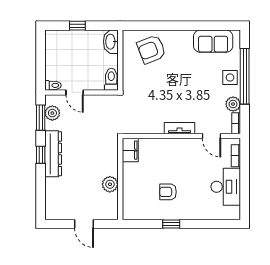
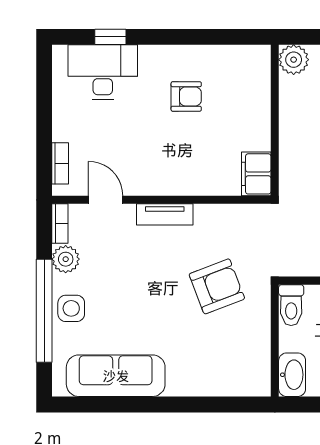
sofa: (213, 41) -> (116, 376), width x1.36
armchair: (151, 49) -> (217, 286), moved
plant: (110, 184) -> (294, 60), moved
desk: (226, 187) -> (103, 72), moved, turned 90
window: (171, 224) -> (110, 37), moved

